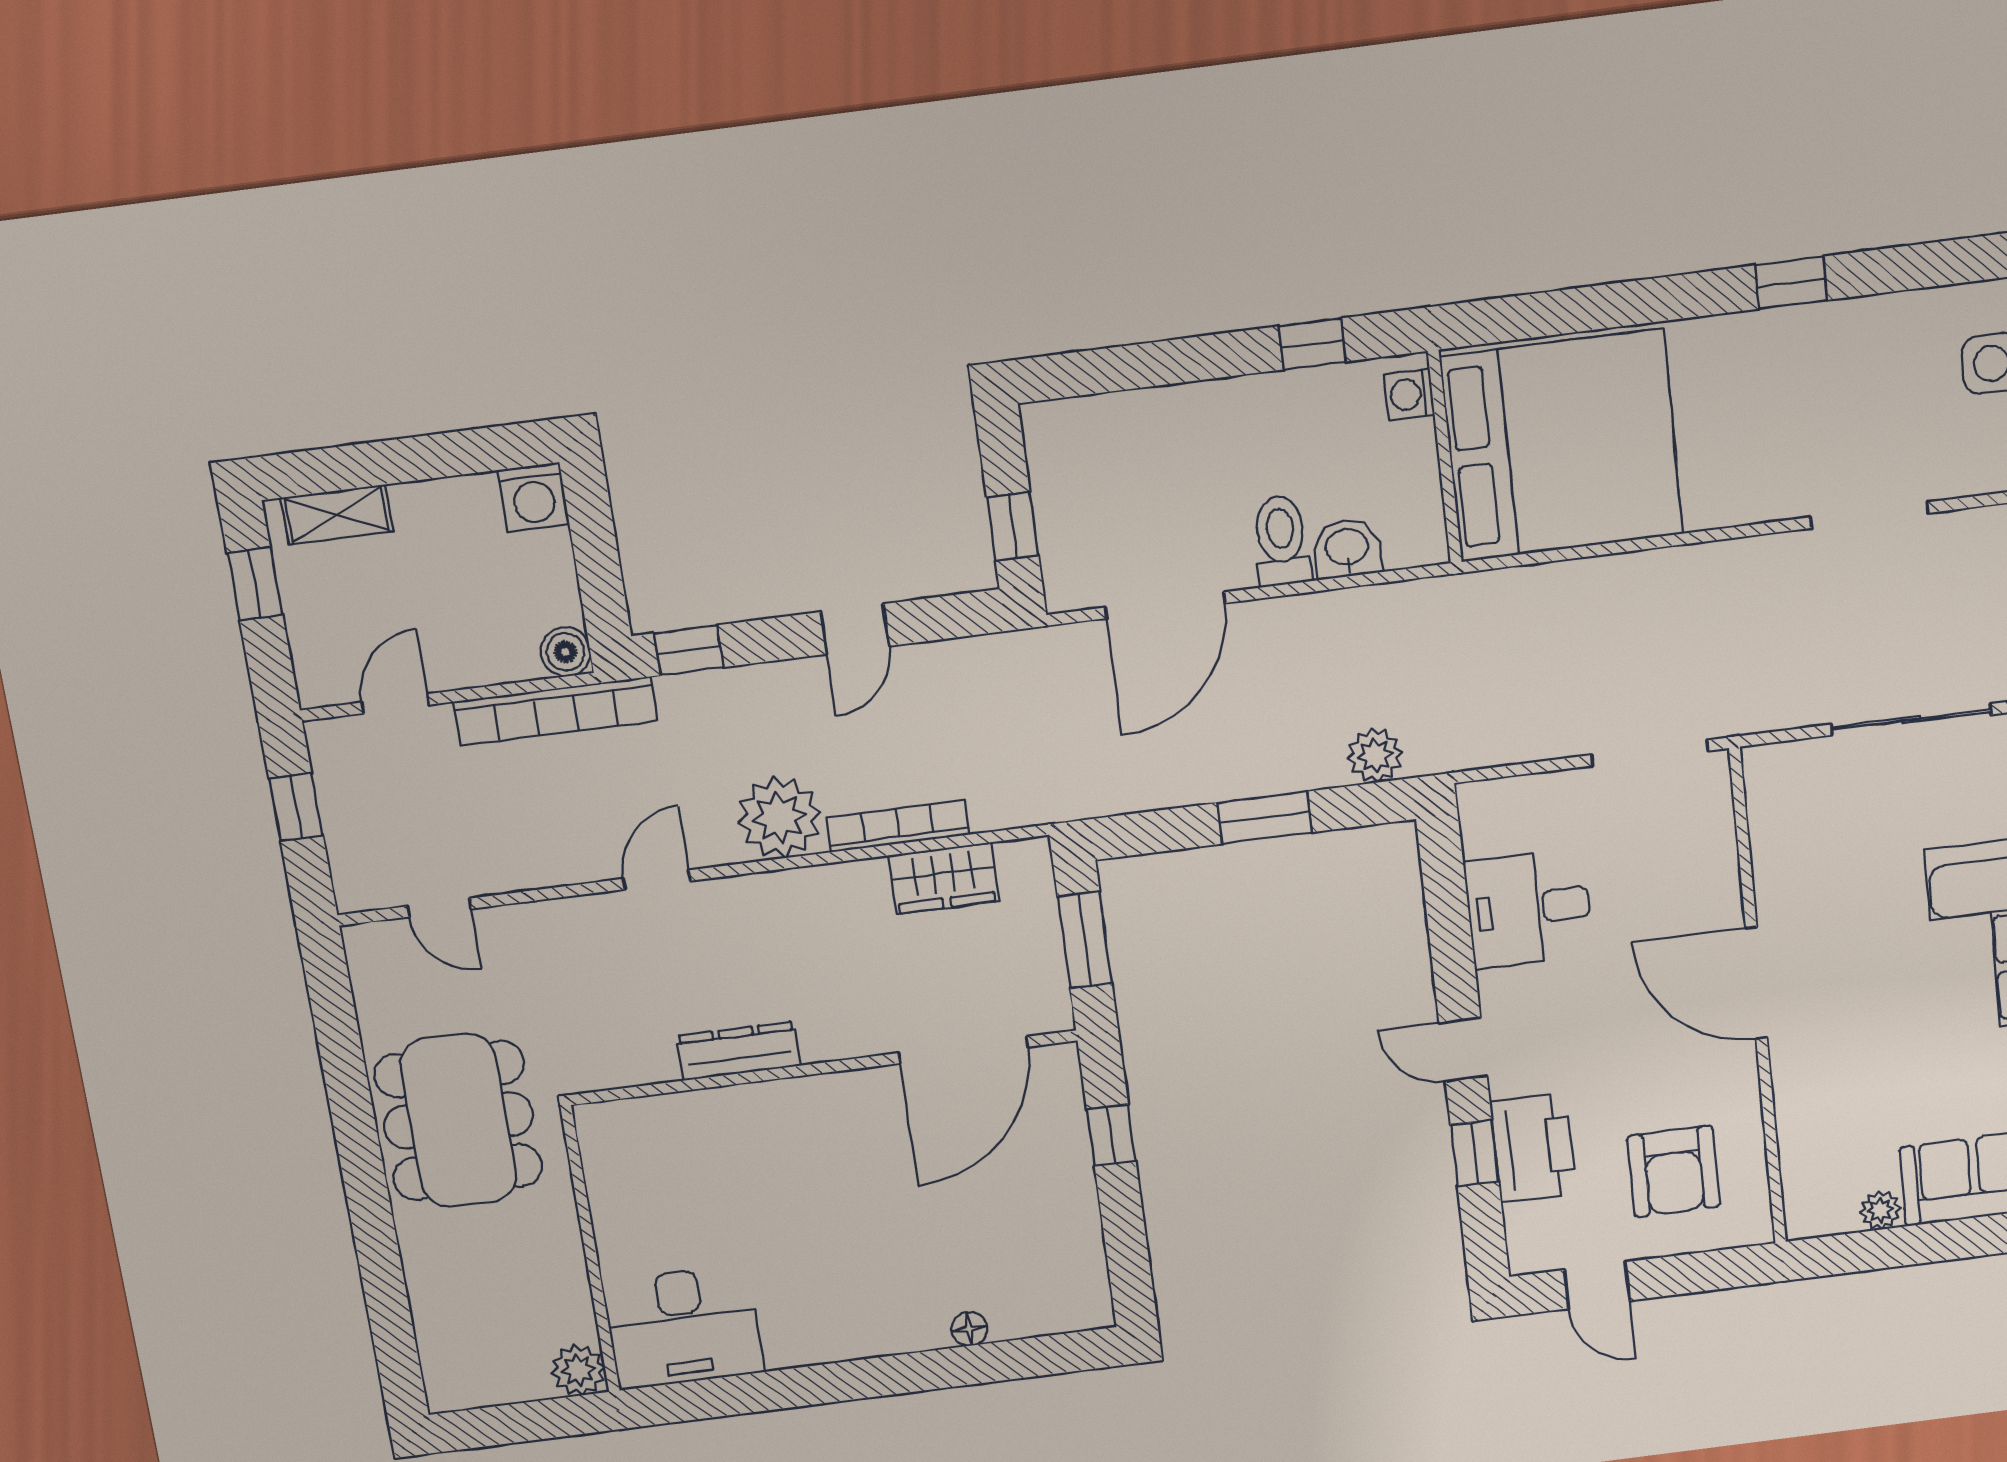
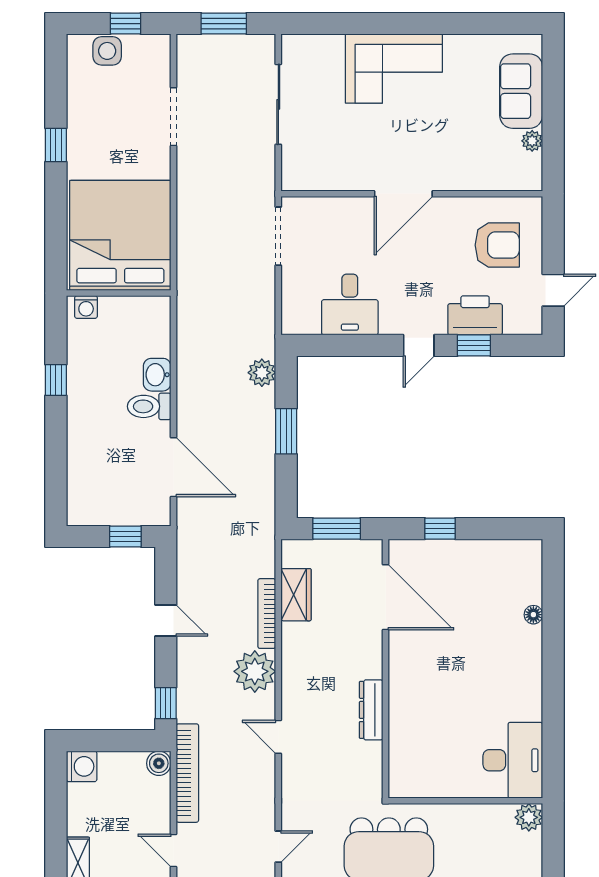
washing machine: (1409, 394) -> (86, 307), moved
bed: (1562, 446) -> (120, 235), moved
wall: (1445, 457) -> (119, 293), moved

